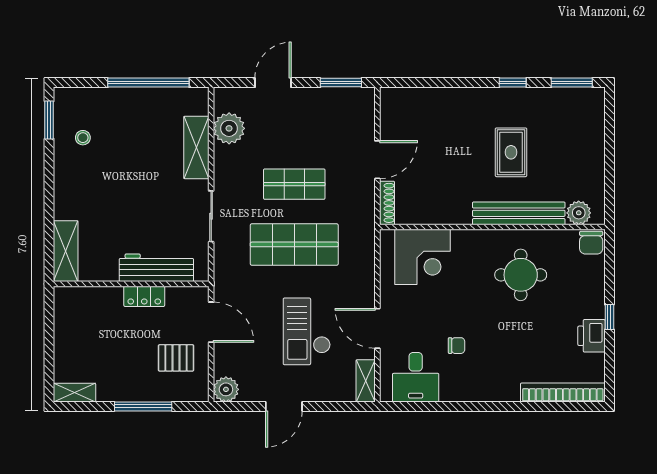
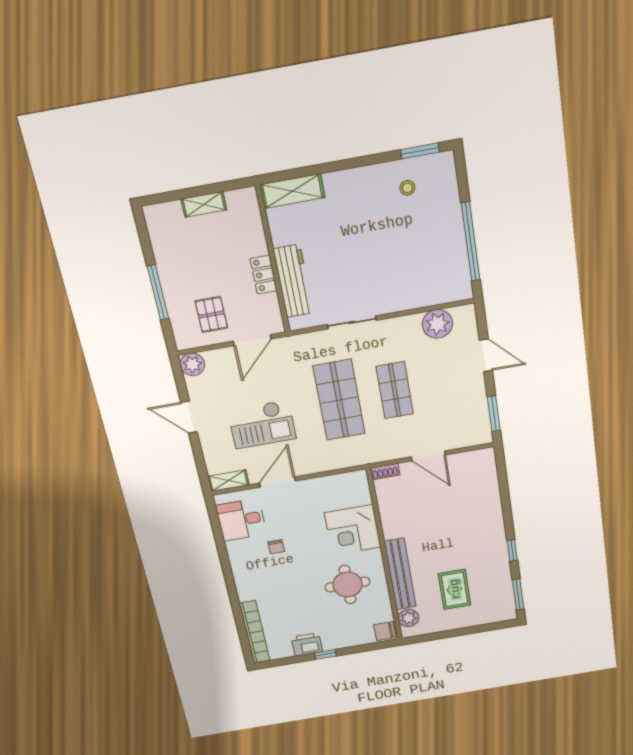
shelving: (196, 147) -> (415, 297), removed
rug: (511, 152) -> (455, 589), moved, turned 90
shoe rack: (387, 203) -> (385, 471), width x0.70
corner desk: (423, 257) -> (353, 530), moved
checkout: (307, 331) -> (262, 424), turned 180
shelving: (75, 393) -> (204, 204), moved, turned 90

